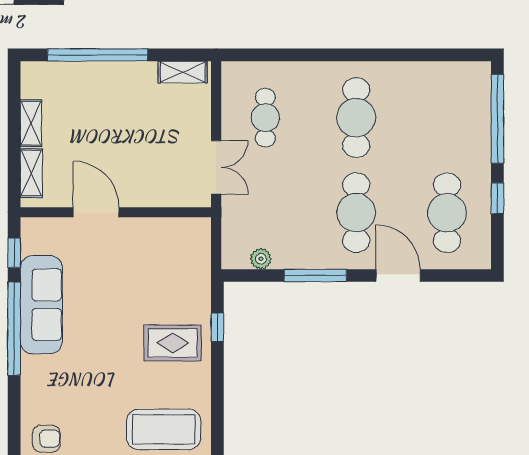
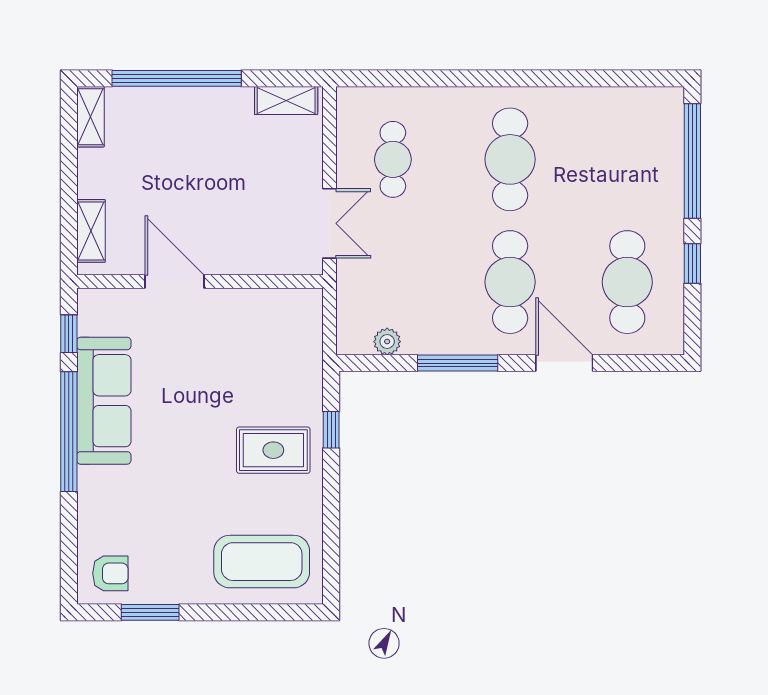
shelving: (31, 123) -> (90, 117), moved

